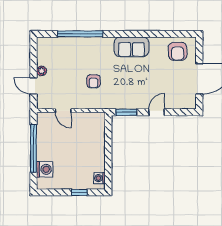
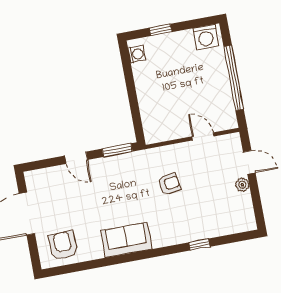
window: (80, 34) -> (199, 245), width x0.32
armchair: (93, 81) -> (169, 184), turned 81
door: (157, 112) -> (76, 158), hinge flipped
washing machine: (45, 169) -> (206, 37), moved, turned -90

